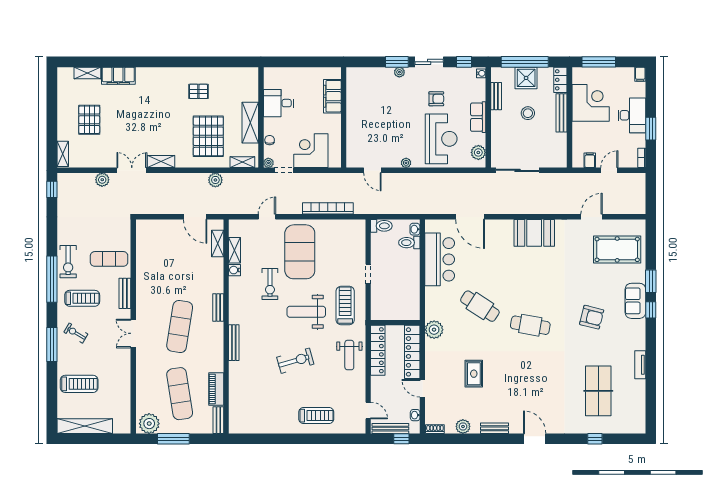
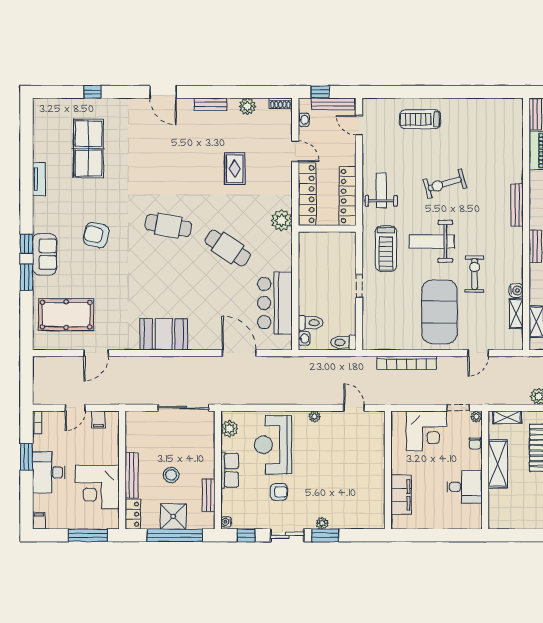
armchair: (436, 99) -> (279, 492), turned 180
weight bench: (306, 312) -> (432, 241), turned 180

